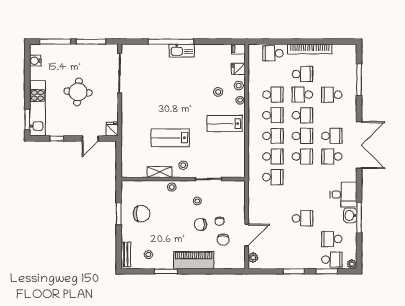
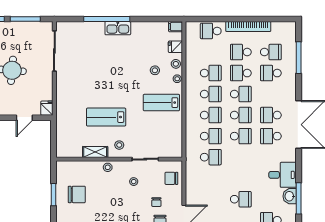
school desk: (302, 74) -> (241, 52), turned 180
school desk: (332, 74) -> (271, 52), added
school desk: (332, 136) -> (271, 115), turned 180
chair: (201, 224) -> (171, 178), moved

